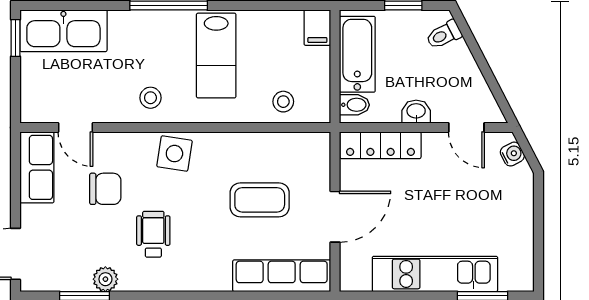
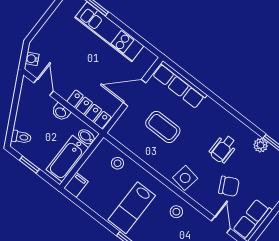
lab bench: (216, 56) -> (132, 208), turned 180
chair: (105, 189) -> (229, 186), turned 153

